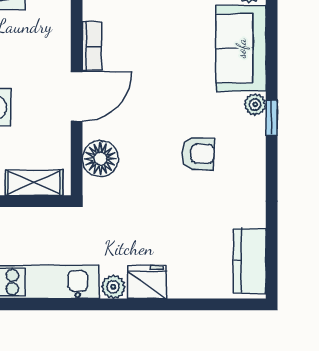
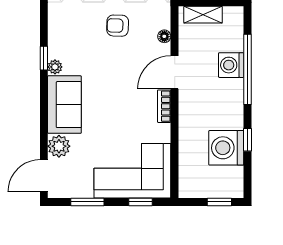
armchair: (198, 154) -> (118, 26), moved
floor lamp: (100, 159) -> (164, 36), width x0.53, depth x0.53

